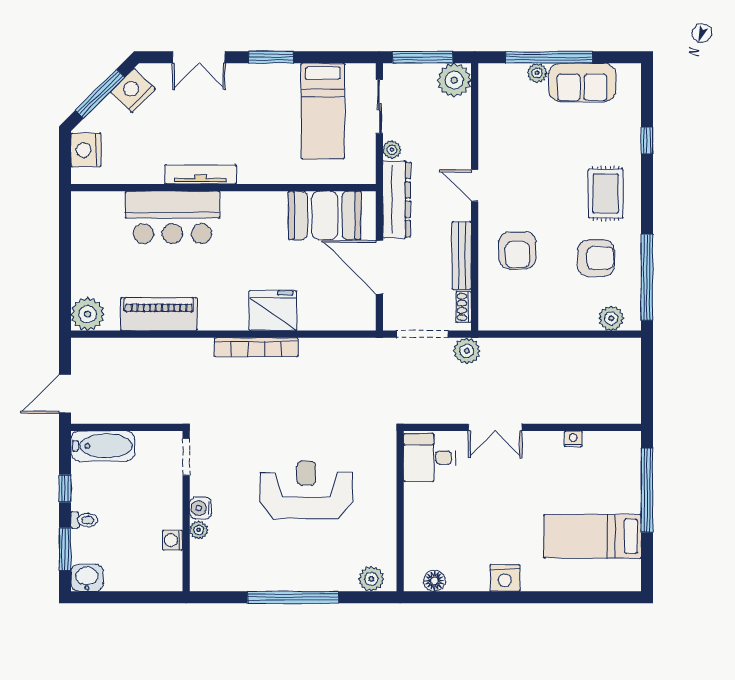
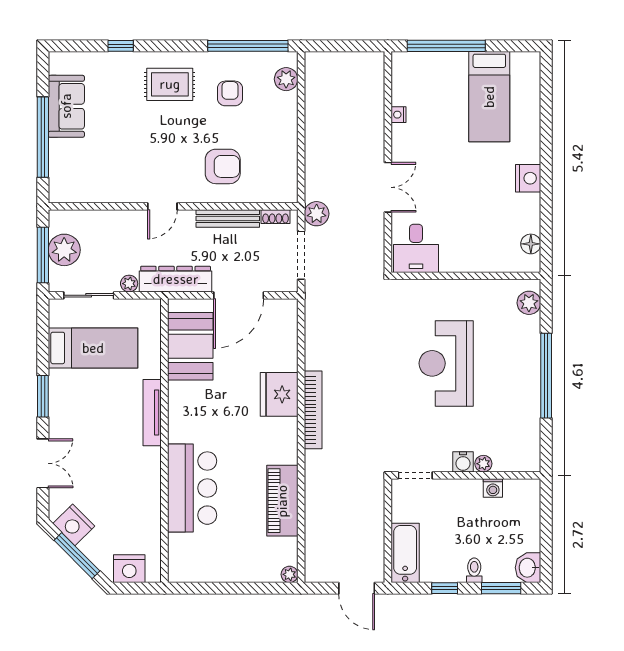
plant: (537, 73) -> (57, 148), removed
plant: (454, 80) -> (64, 250), moved
tv unit: (201, 174) -> (152, 413), moved
armchair: (596, 258) -> (230, 93), width x0.72, depth x0.72
plant: (88, 314) -> (289, 574), width x0.53, depth x0.53

